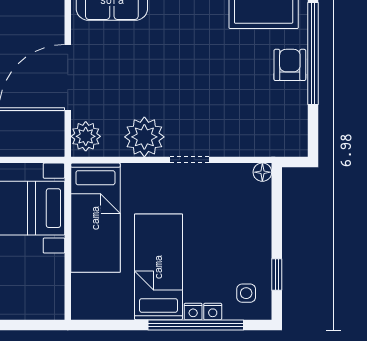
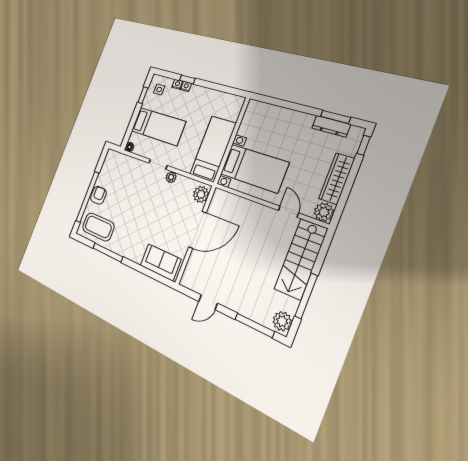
armchair: (290, 65) -> (98, 195), turned 180
plant: (144, 137) -> (171, 177), width x0.53, depth x0.53
bed: (158, 267) -> (158, 126), moved, turned -90
window: (196, 325) -> (187, 79), width x0.32

